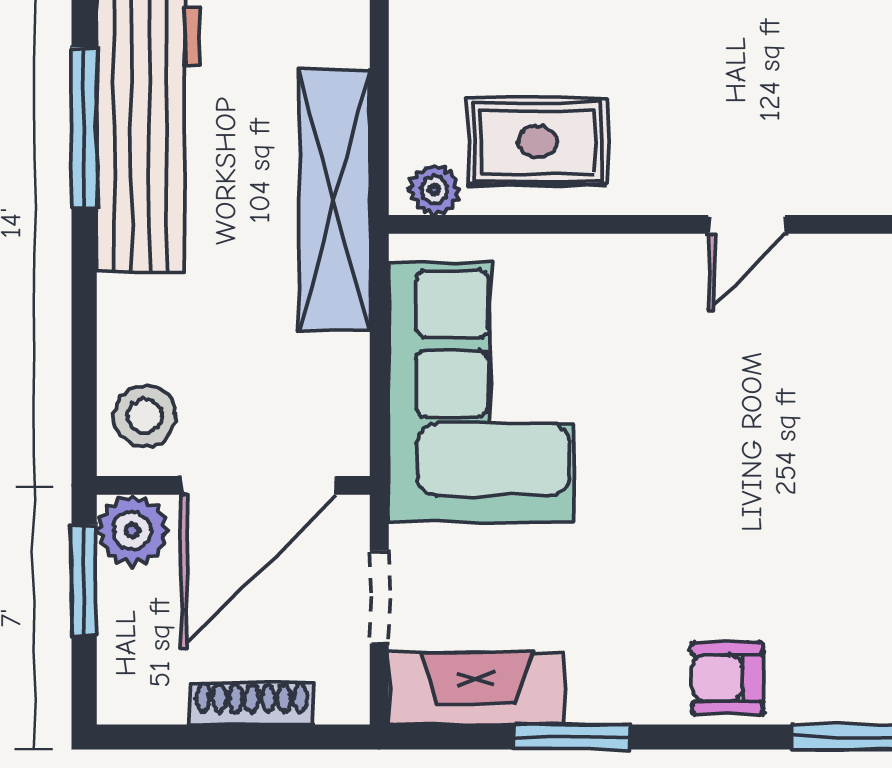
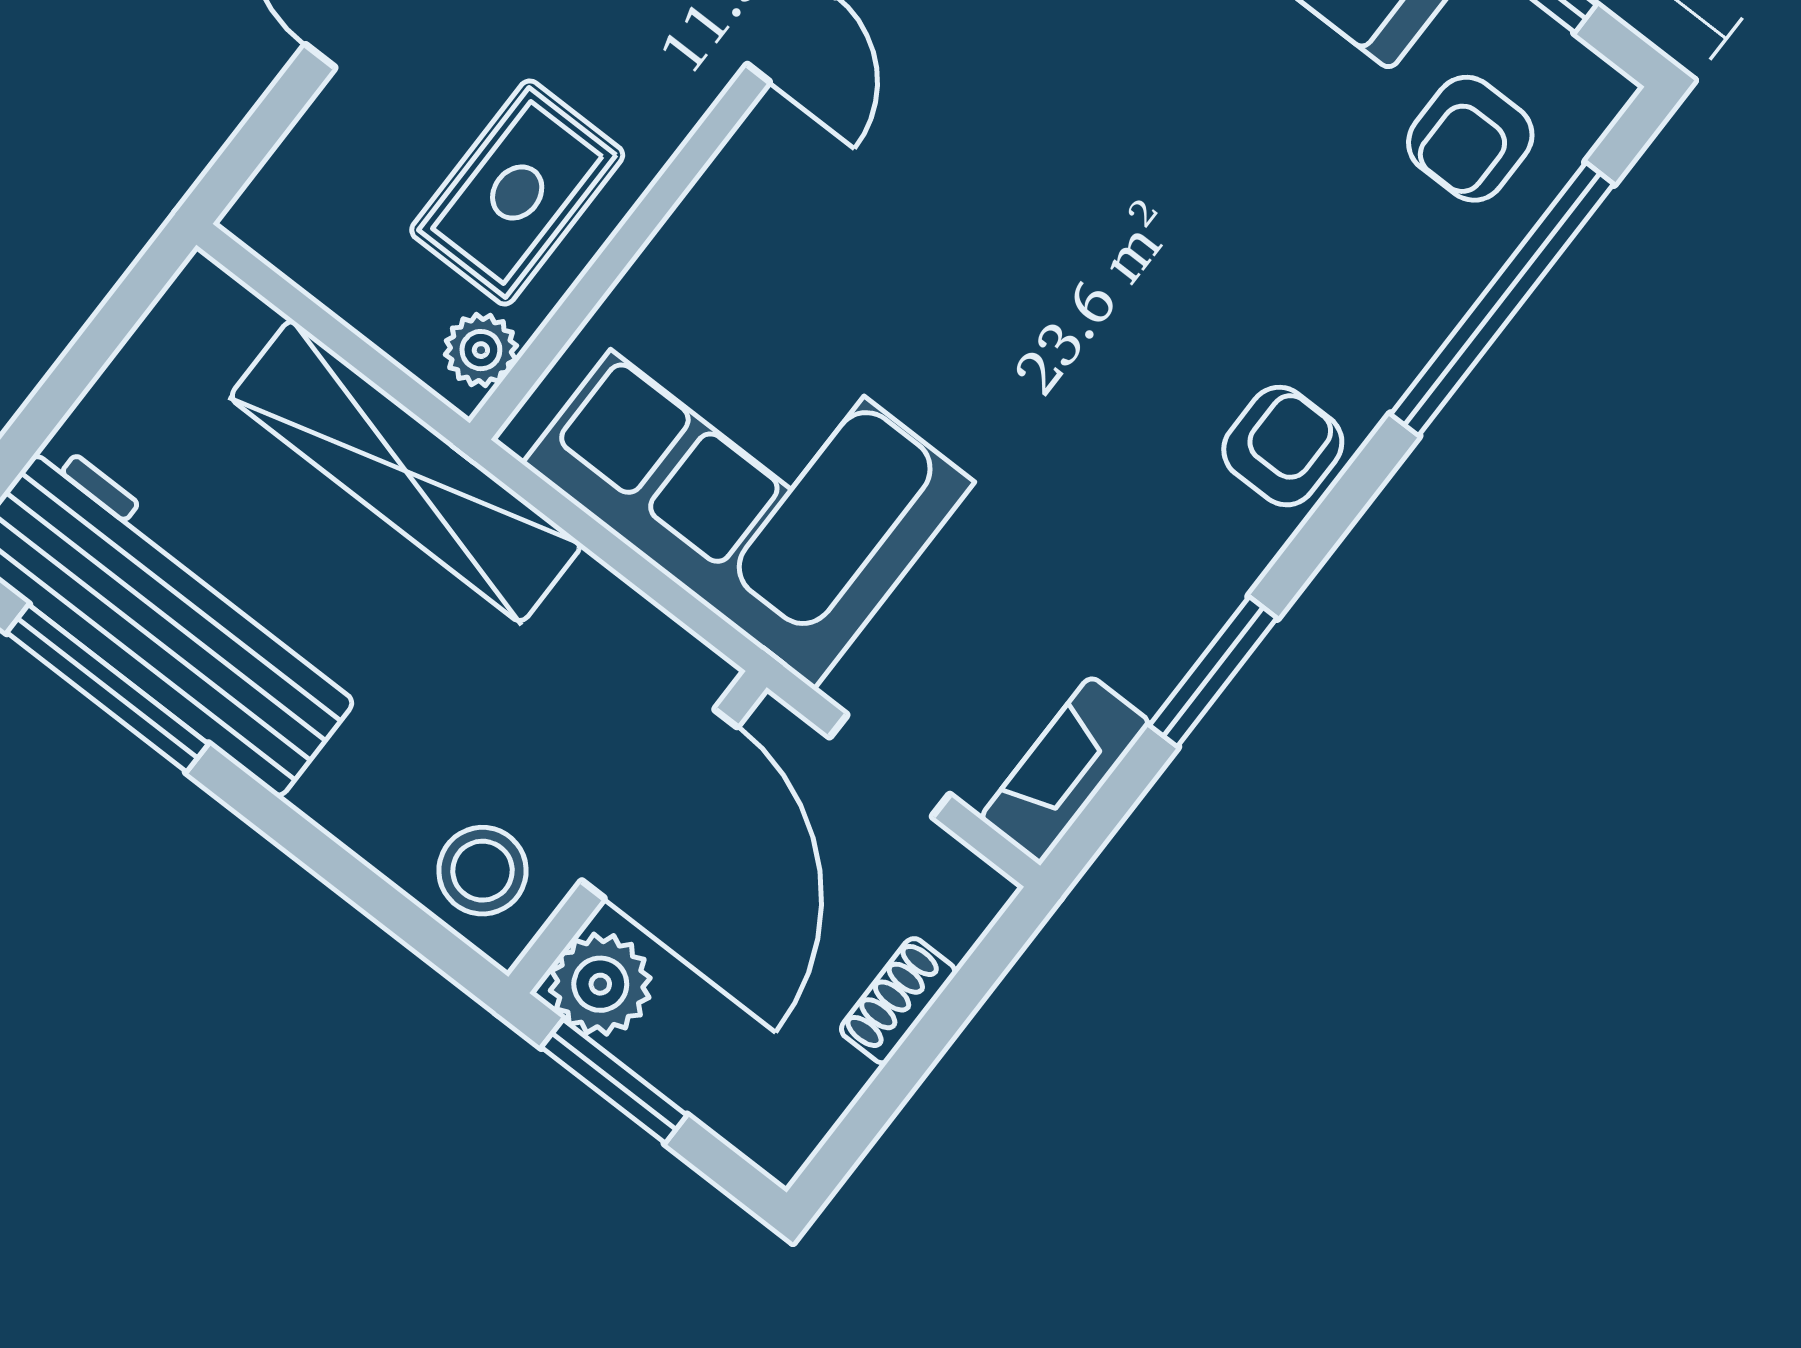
armchair: (727, 678) -> (1283, 446), turned 180
fireplace: (476, 688) -> (1065, 770), width x0.73, depth x0.76
shoe rack: (252, 704) -> (898, 1001), width x0.70

